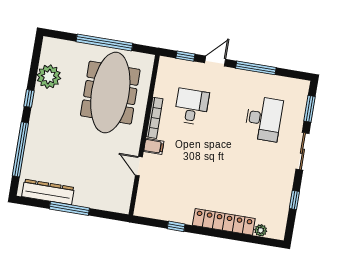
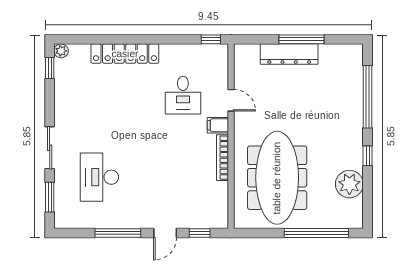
window: (104, 42) -> (316, 233), moved
desk: (192, 107) -> (183, 95), moved
dresser: (48, 192) -> (289, 54), moved
window: (294, 200) -> (50, 68), moved
window: (176, 226) -> (211, 39), moved
plant: (261, 230) -> (61, 51), moved

